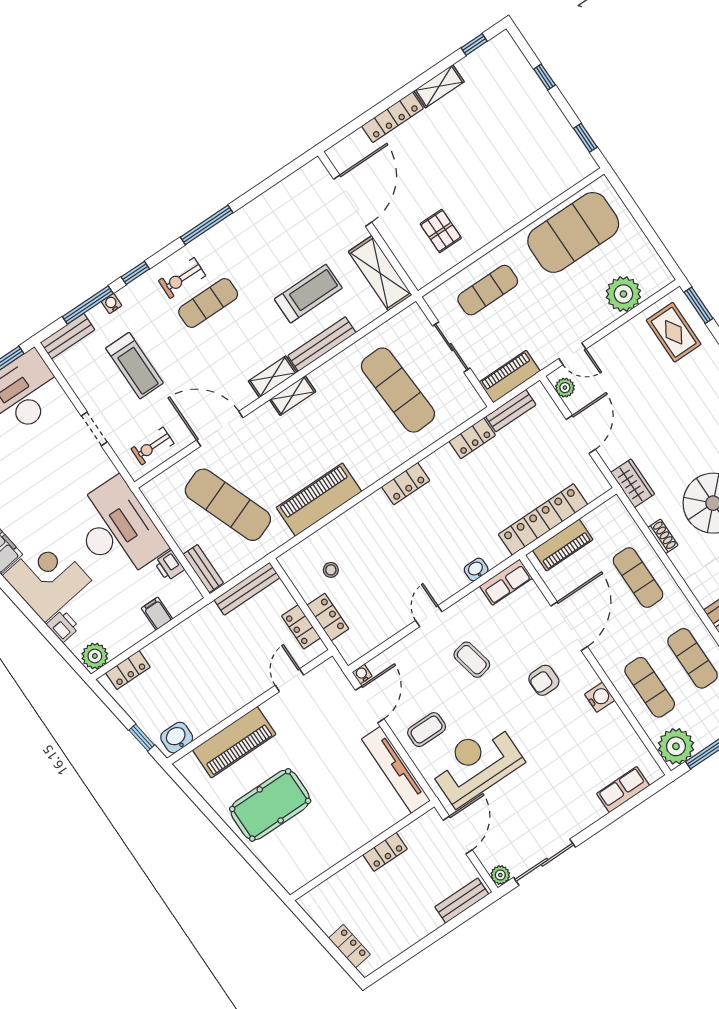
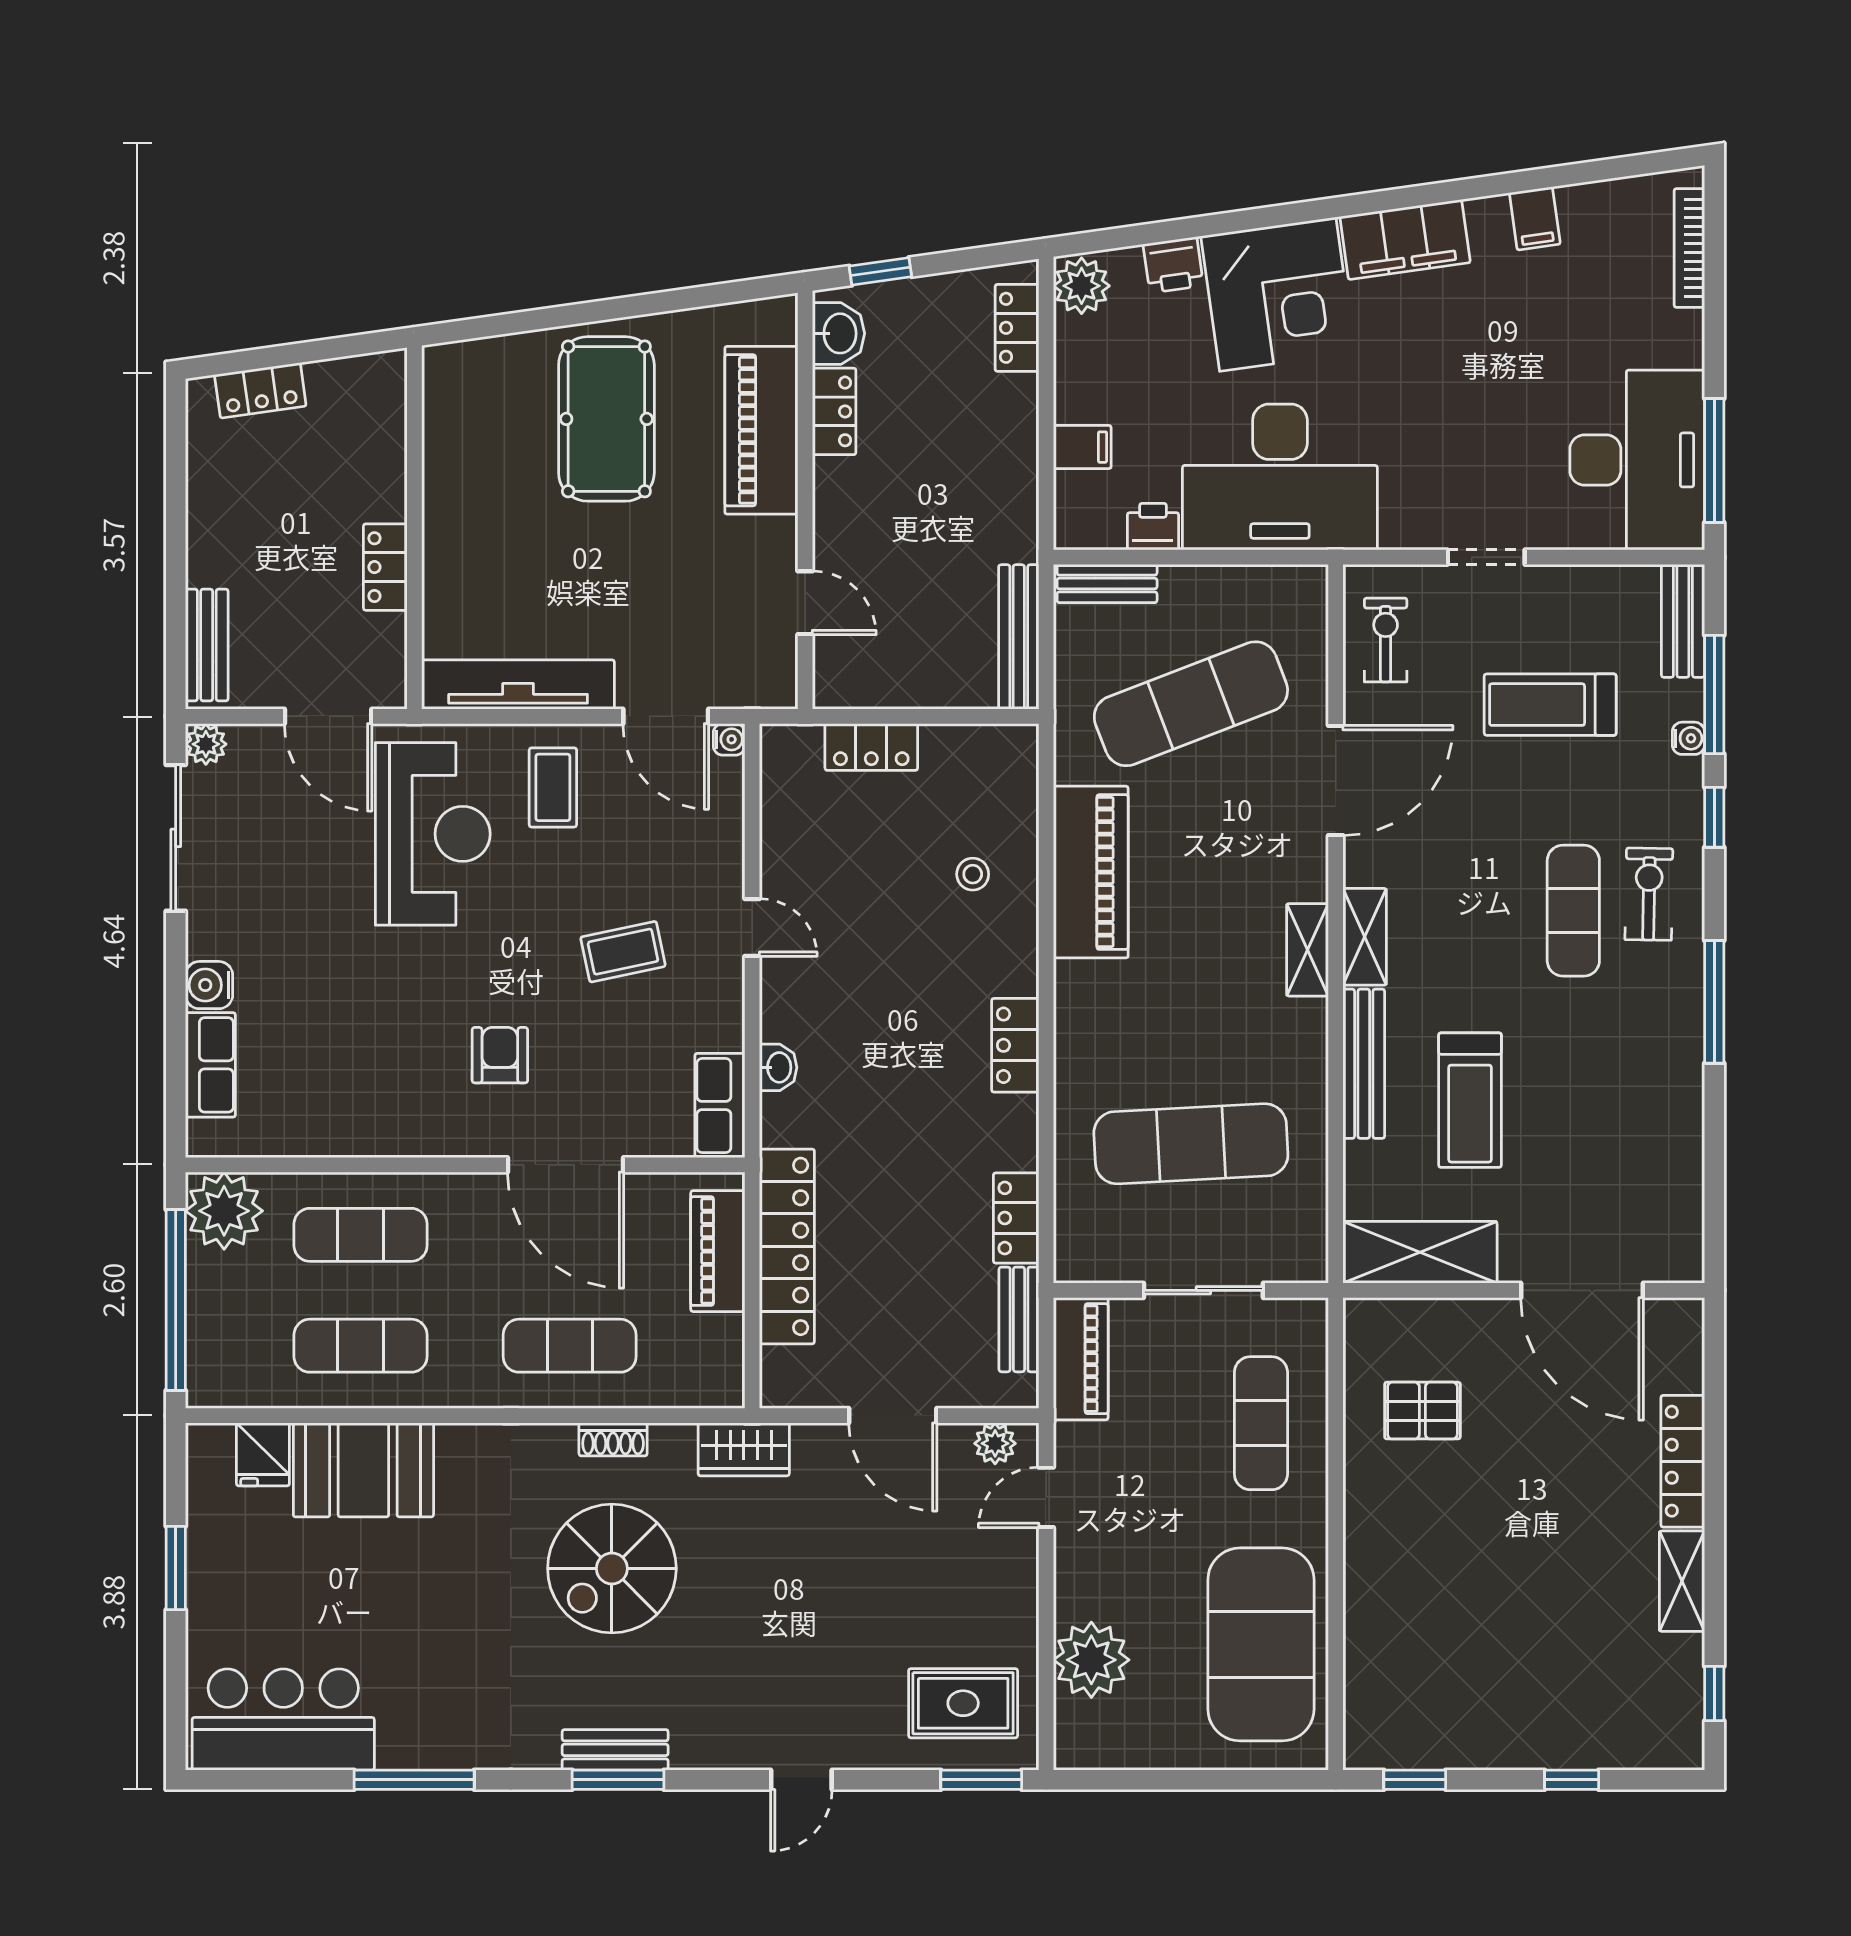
stool: (331, 570) -> (973, 874), moved
locker: (301, 627) -> (834, 411), moved, turned 90
water cooler: (600, 697) -> (209, 985), moved, turned 90

